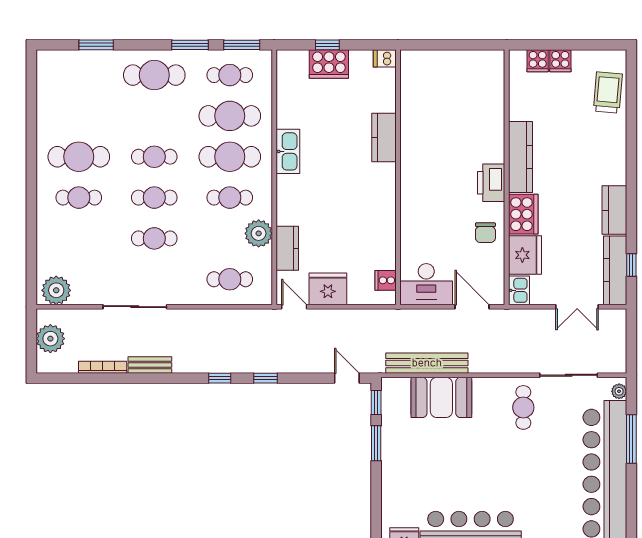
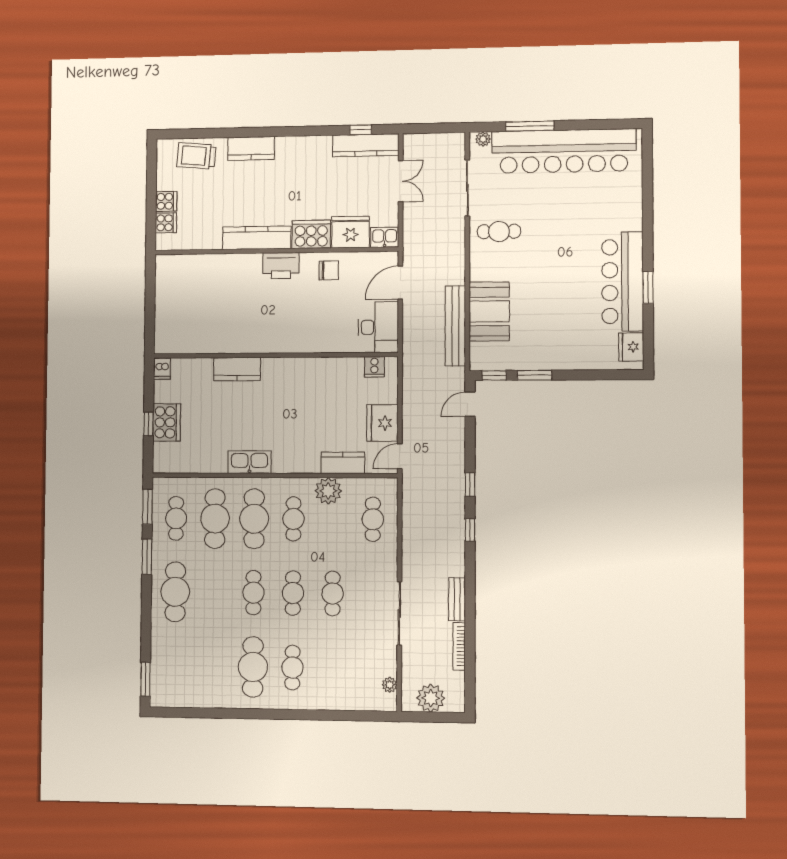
window: (96, 45) -> (145, 679), moved
kitchen counter: (614, 210) -> (251, 148), moved
plant: (56, 290) -> (390, 685), width x0.53, depth x0.53

